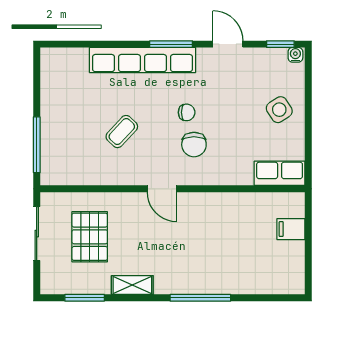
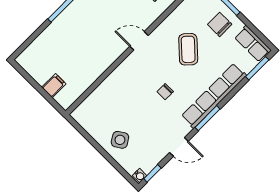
window: (72, 44) -> (257, 68), added
coffee table: (122, 132) -> (188, 49), width x1.36, depth x1.30
chair: (194, 145) -> (220, 24), moved
row of seats: (280, 173) -> (253, 44), moved, turned 90

